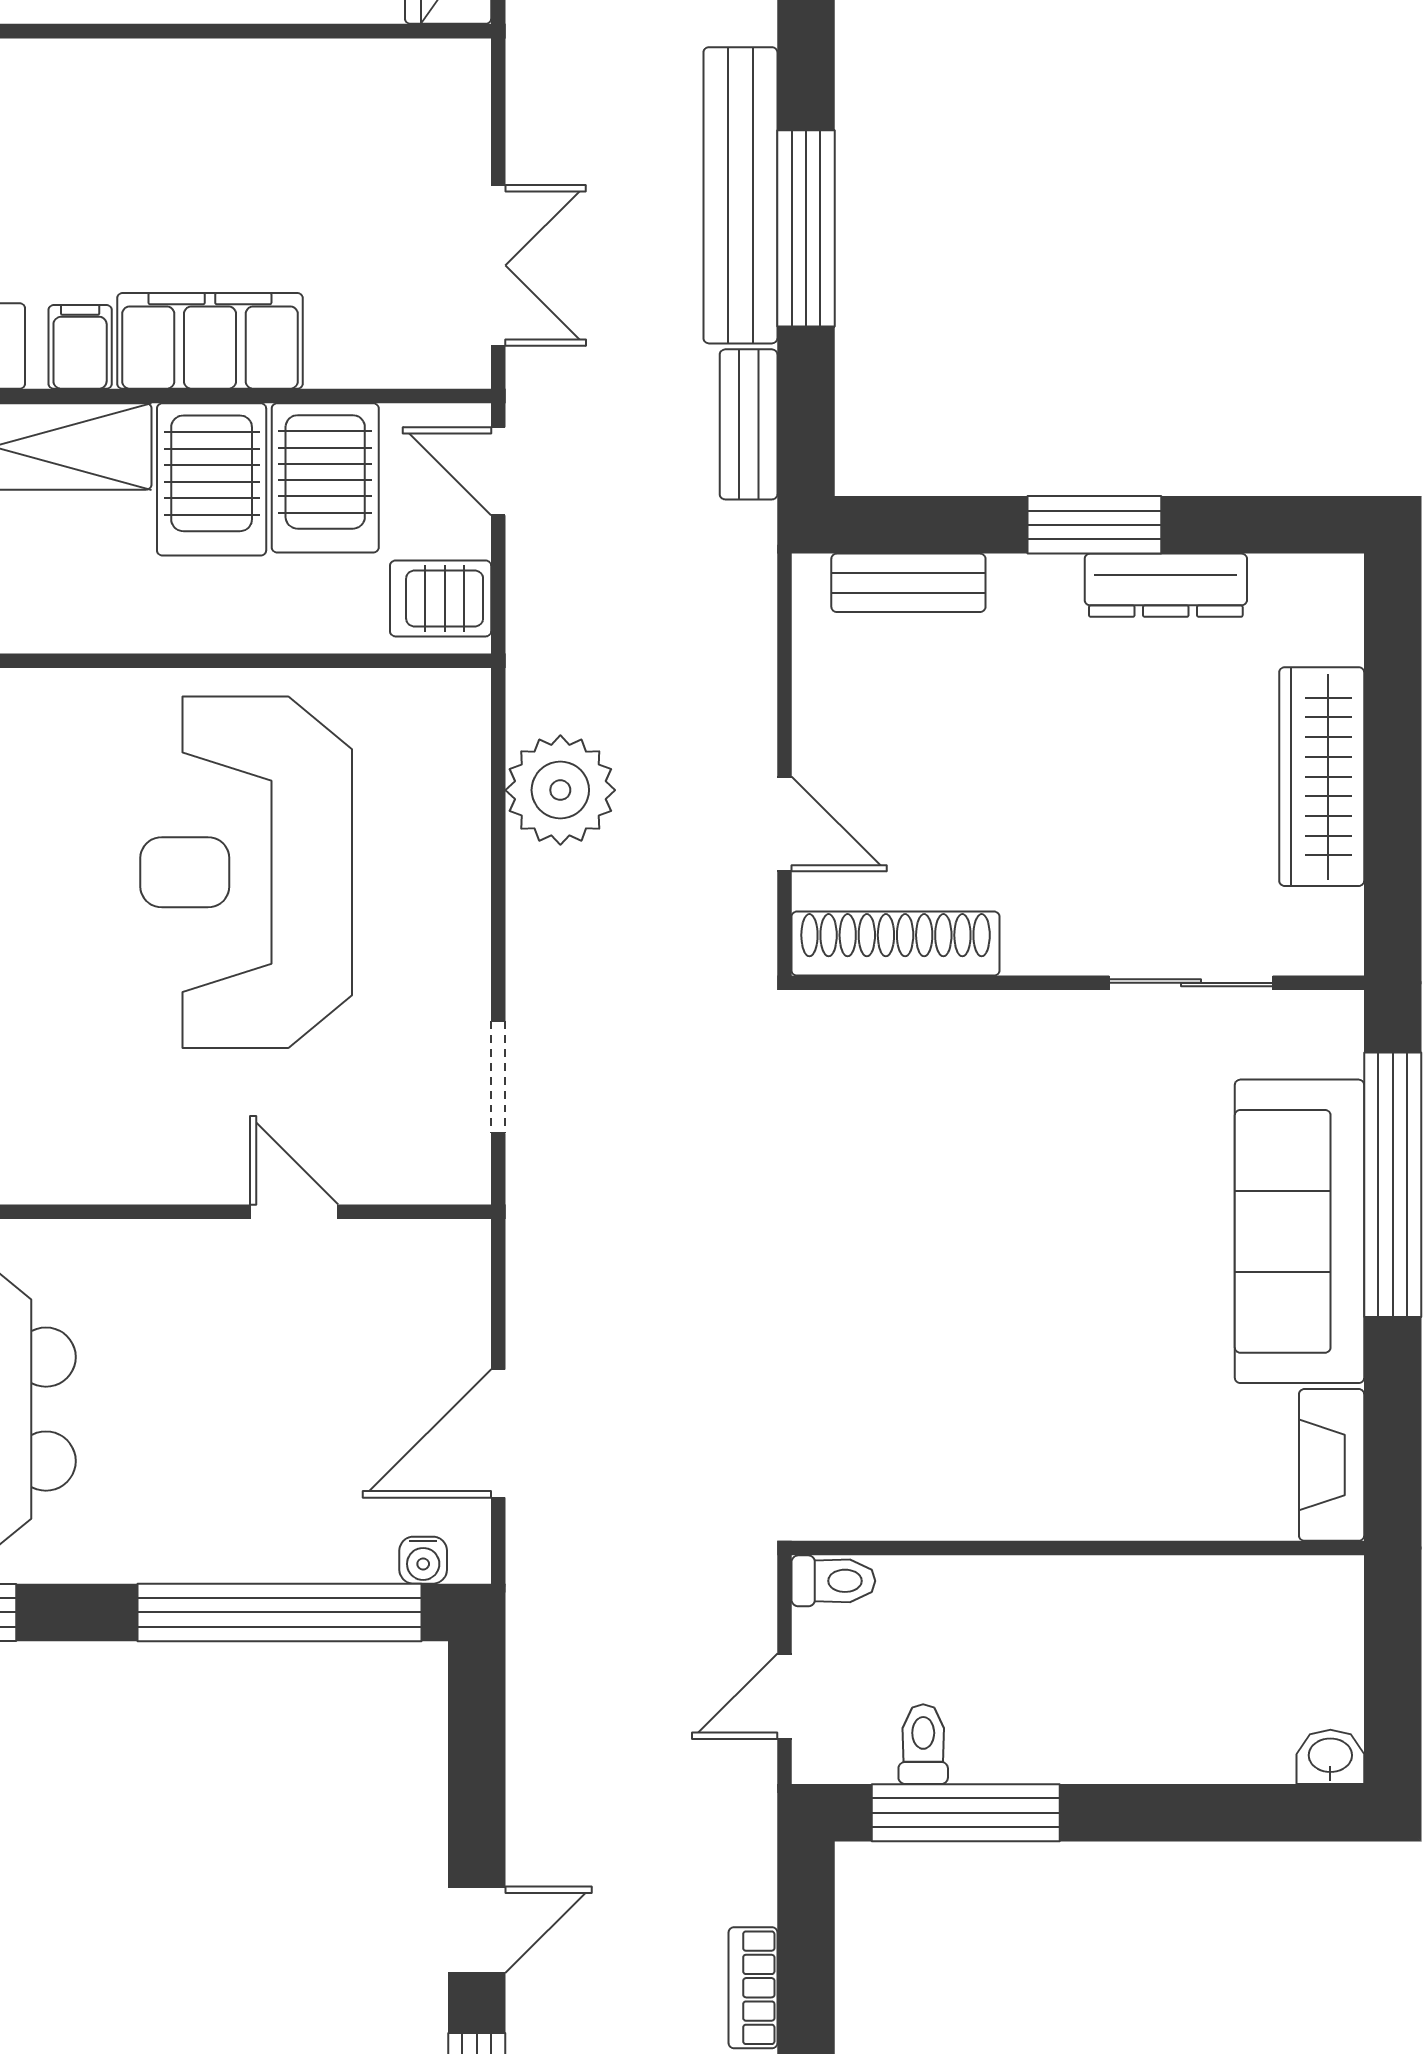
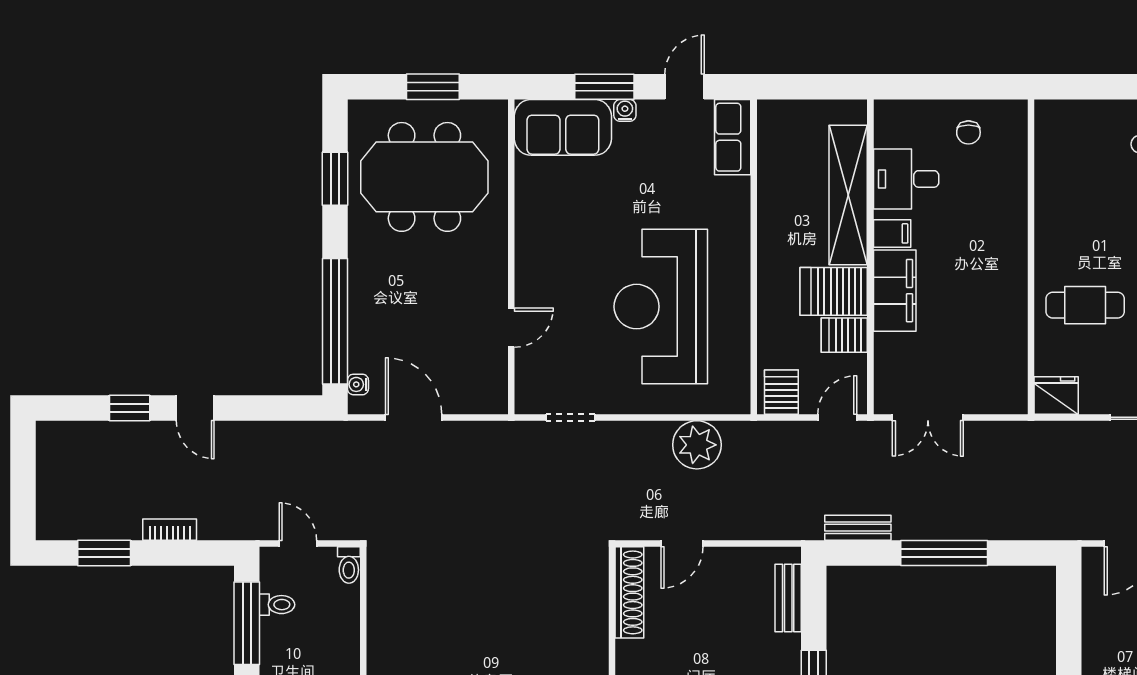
bench: (740, 195) -> (959, 524), removed
server rack: (325, 478) -> (844, 335), width x0.73, depth x0.70
reception desk: (246, 872) -> (661, 307), turned -90

